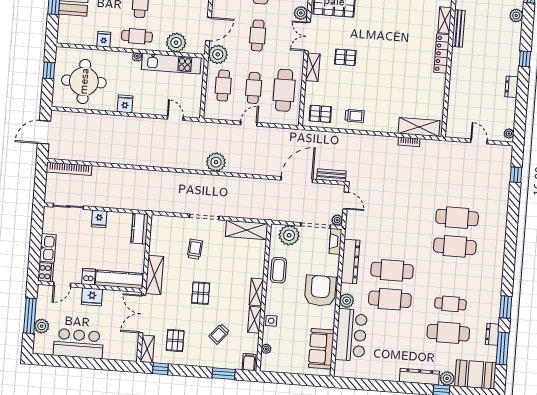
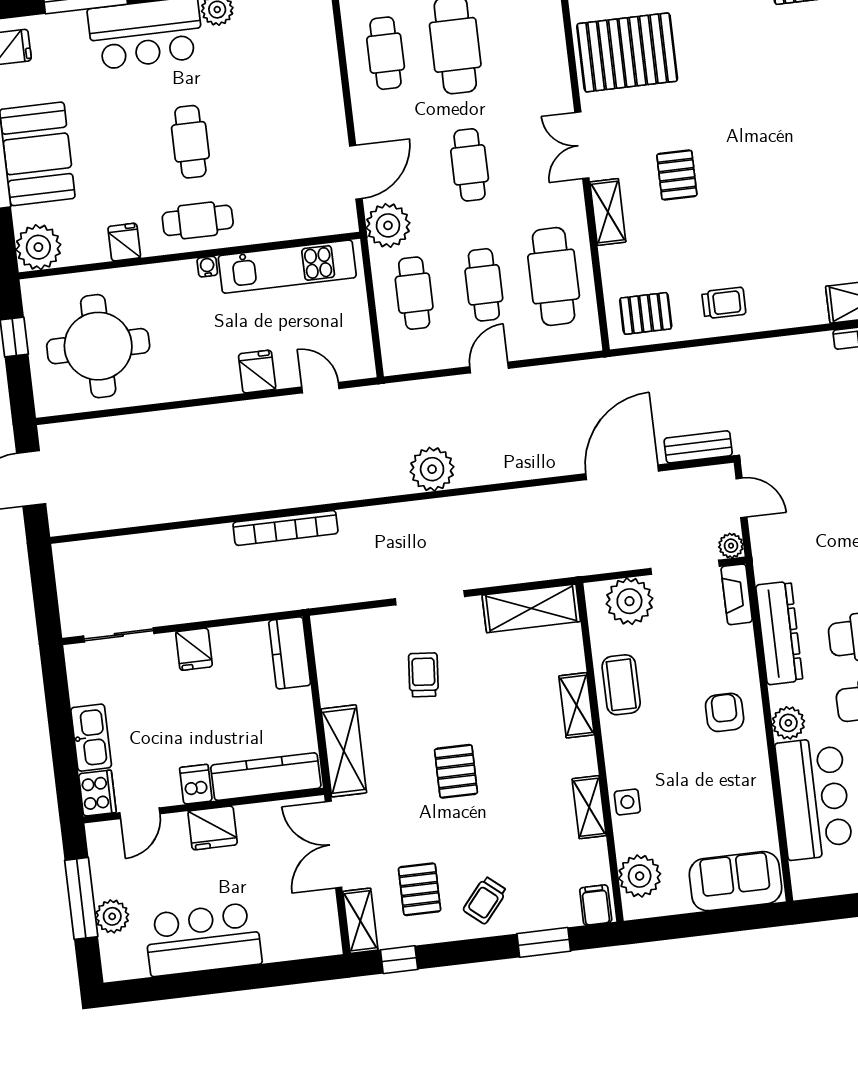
plant: (301, 13) -> (557, 95), removed
plant: (176, 43) -> (38, 247), moved
pallet: (345, 57) -> (677, 175), turned 90
fridge: (125, 104) -> (257, 372), moved
bookcase: (69, 169) -> (285, 528), moved
armchair: (320, 291) -> (725, 712), width x0.53, depth x0.53
shelving: (256, 292) -> (576, 705), moved
trolley: (219, 334) -> (485, 900), moved
plant: (266, 349) -> (640, 876), width x1.88, depth x1.88
sofa: (321, 349) -> (735, 881), moved, turned 90

